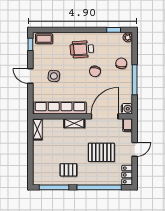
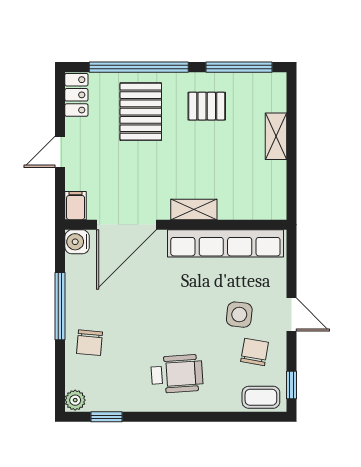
chair: (95, 71) -> (255, 352), moved
shelving: (37, 129) -> (276, 136), moved
pallet: (101, 152) -> (141, 112), moved, turned 90

